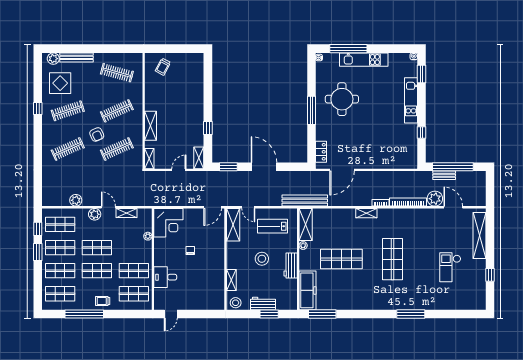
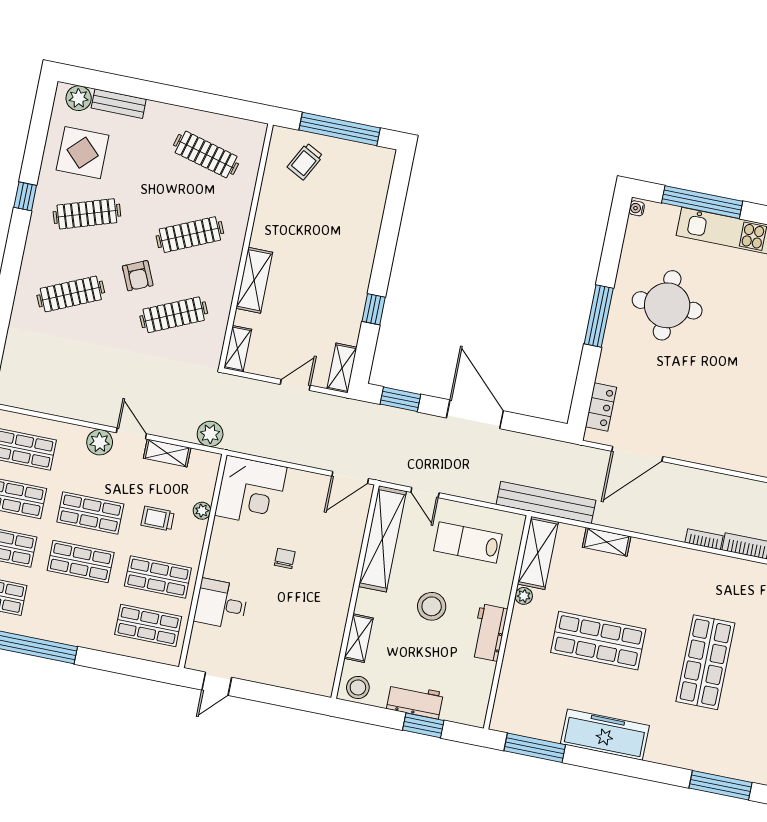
window: (176, 49) -> (340, 129), added
bench: (77, 57) -> (119, 104), width x0.73
plant: (76, 200) -> (210, 434), moved
shelving: (366, 213) -> (607, 542), moved
shelving: (233, 225) -> (382, 539), width x1.47
freezer: (307, 290) -> (605, 735), moved, turned -90
trolley: (103, 301) -> (158, 519), moved

